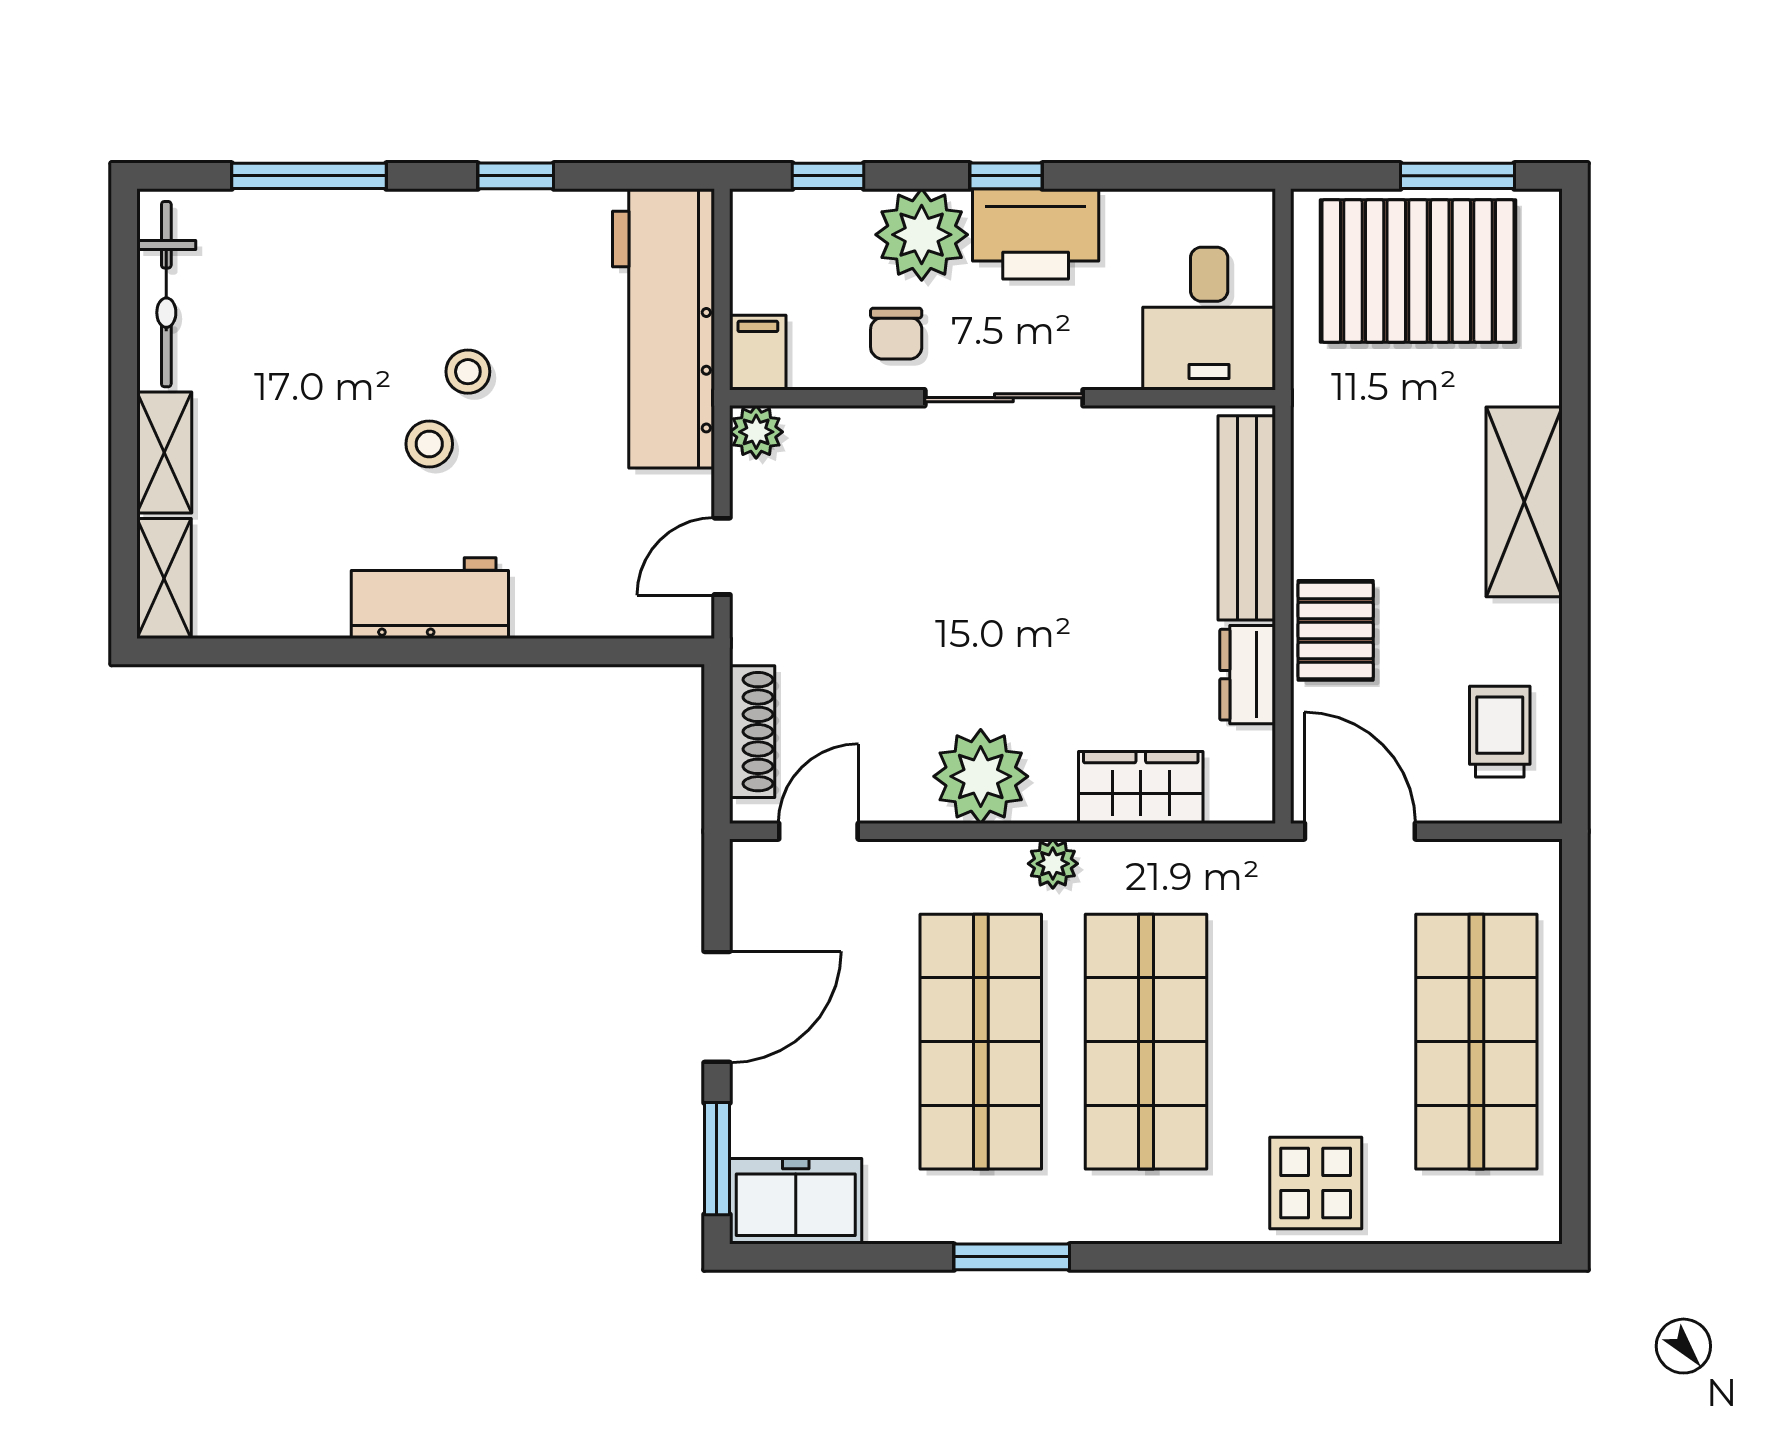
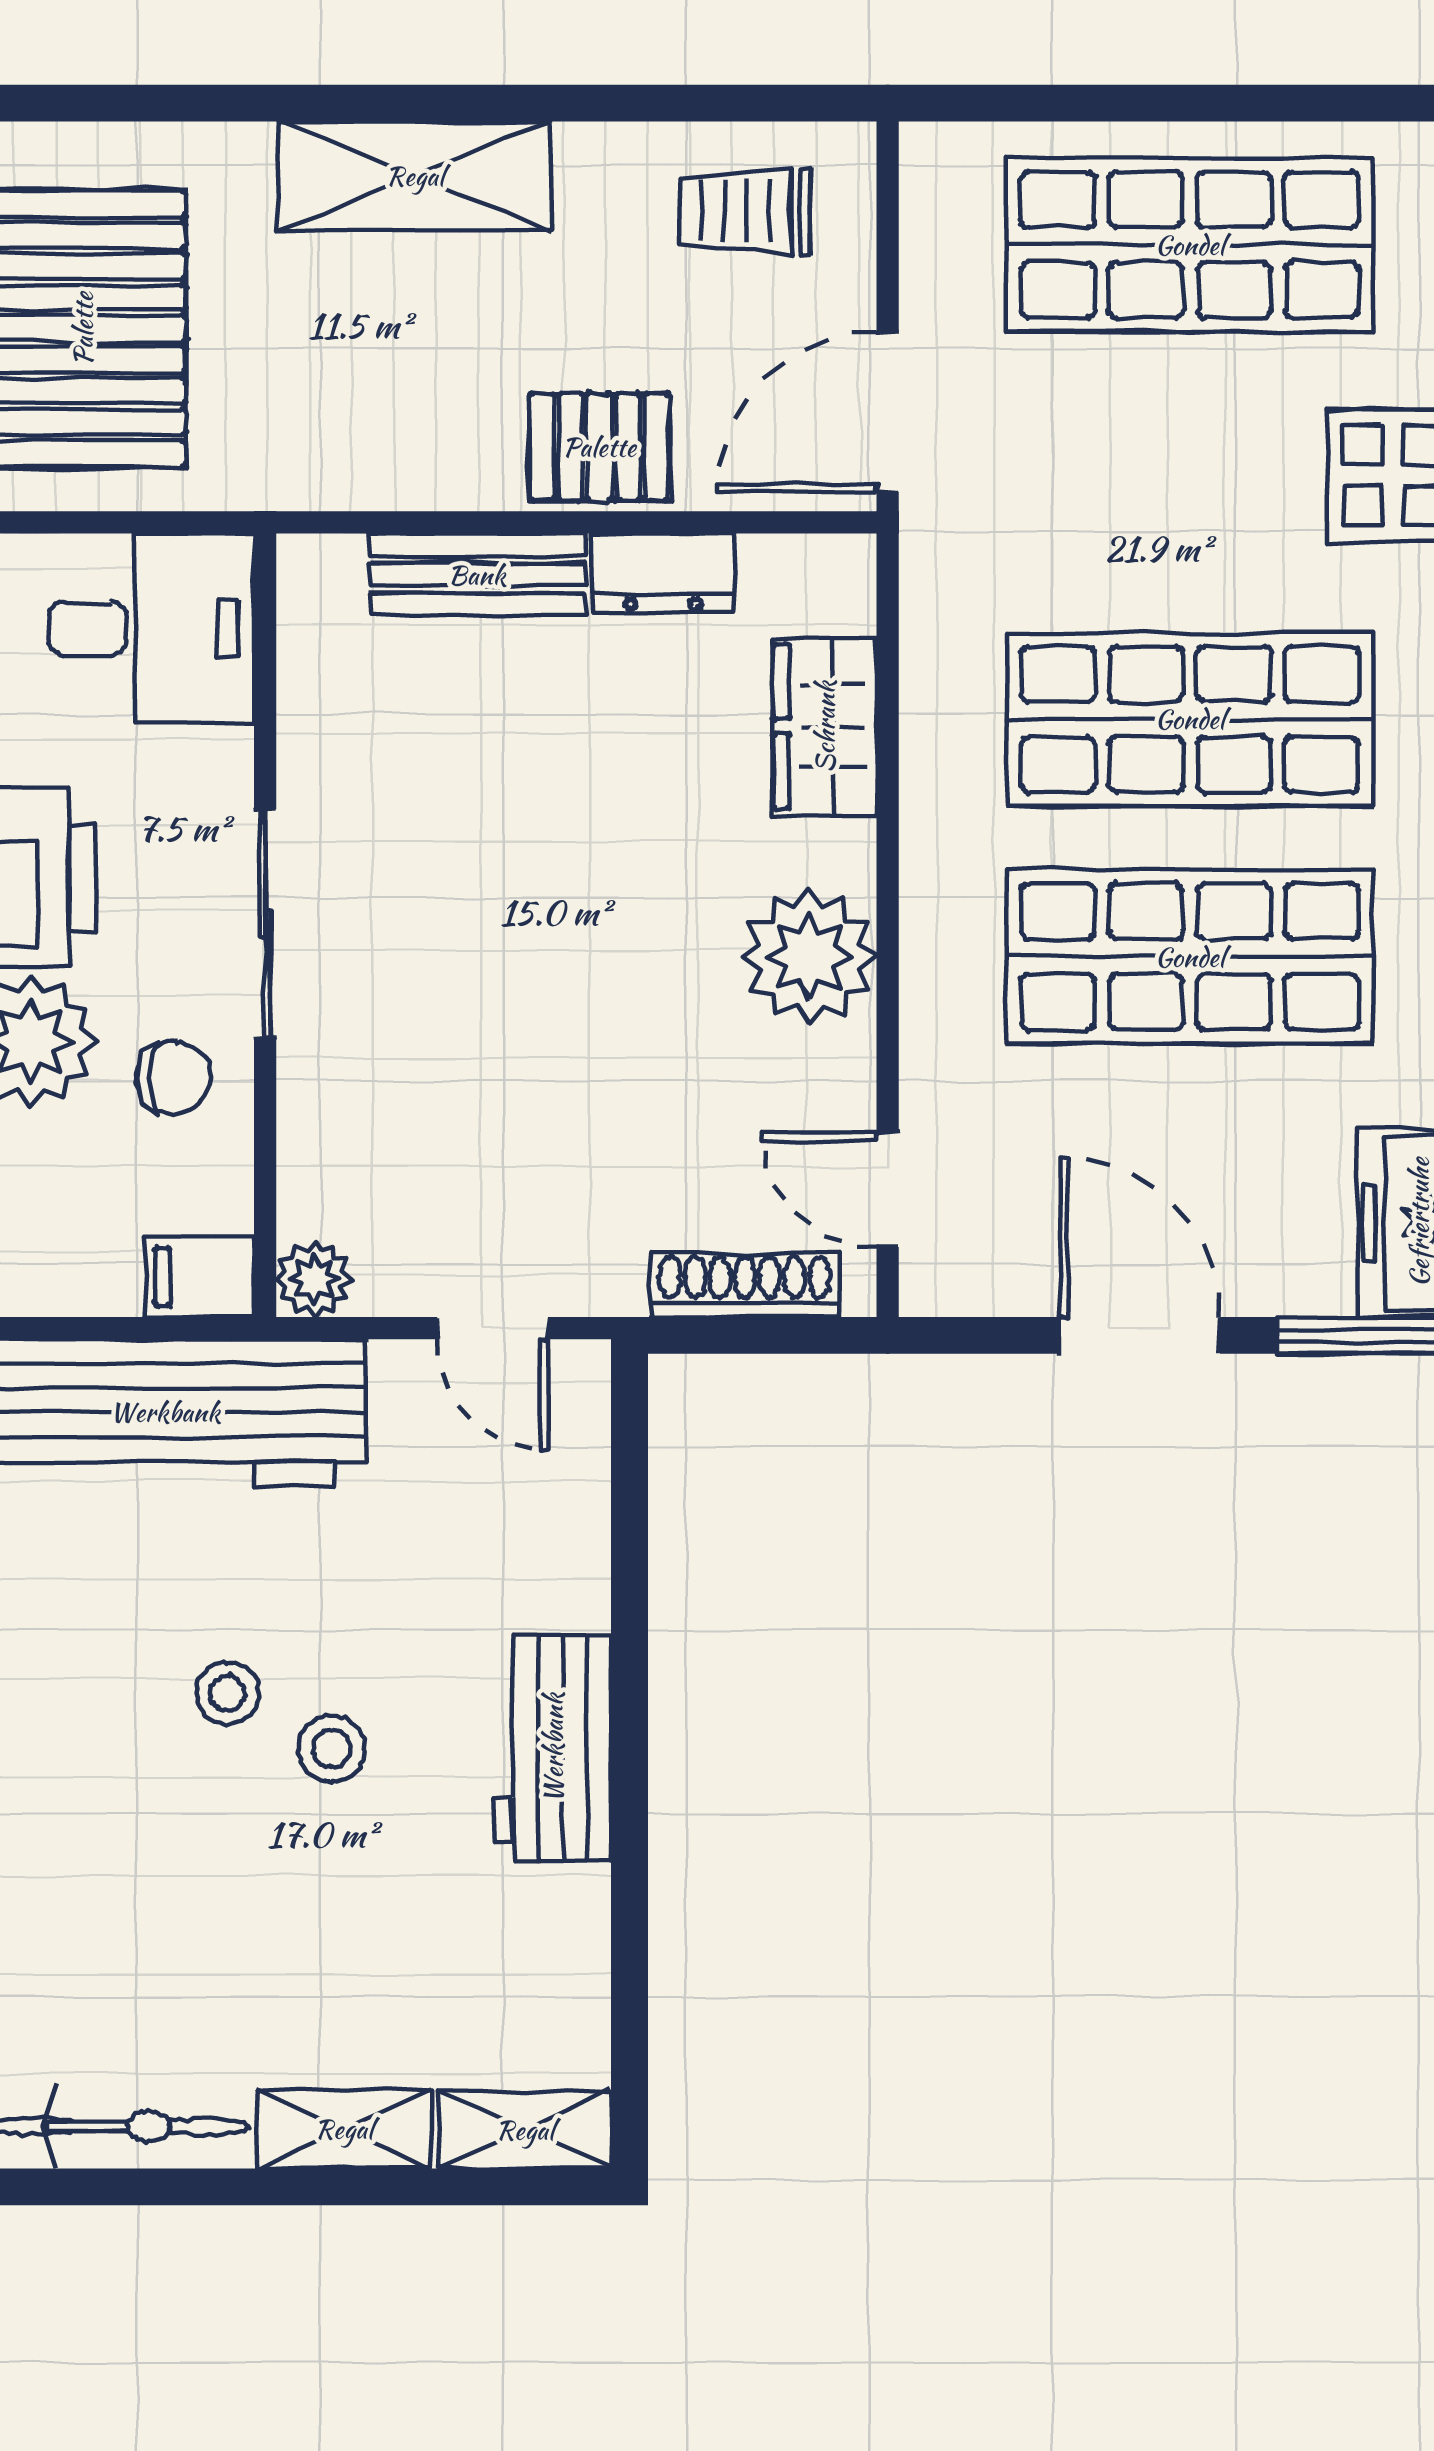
bench: (1247, 518) -> (477, 575), width x0.73
plant: (1053, 864) -> (934, 853), removed

